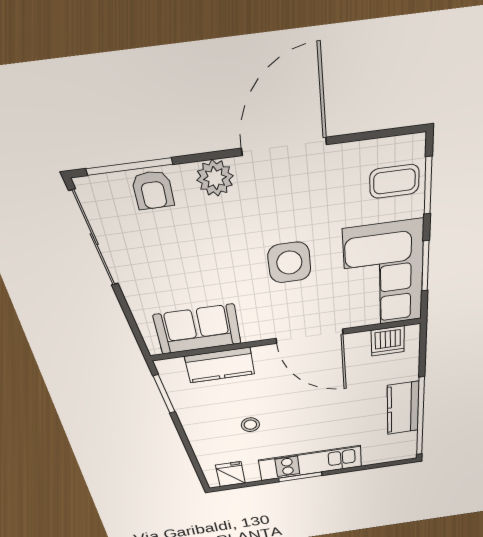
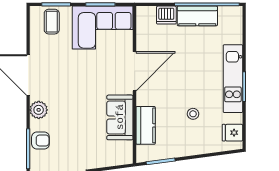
side table: (289, 263) -> (87, 78), removed
sofa: (198, 329) -> (120, 117), moved
dishwasher: (388, 341) -> (166, 15), moved, turned 90

